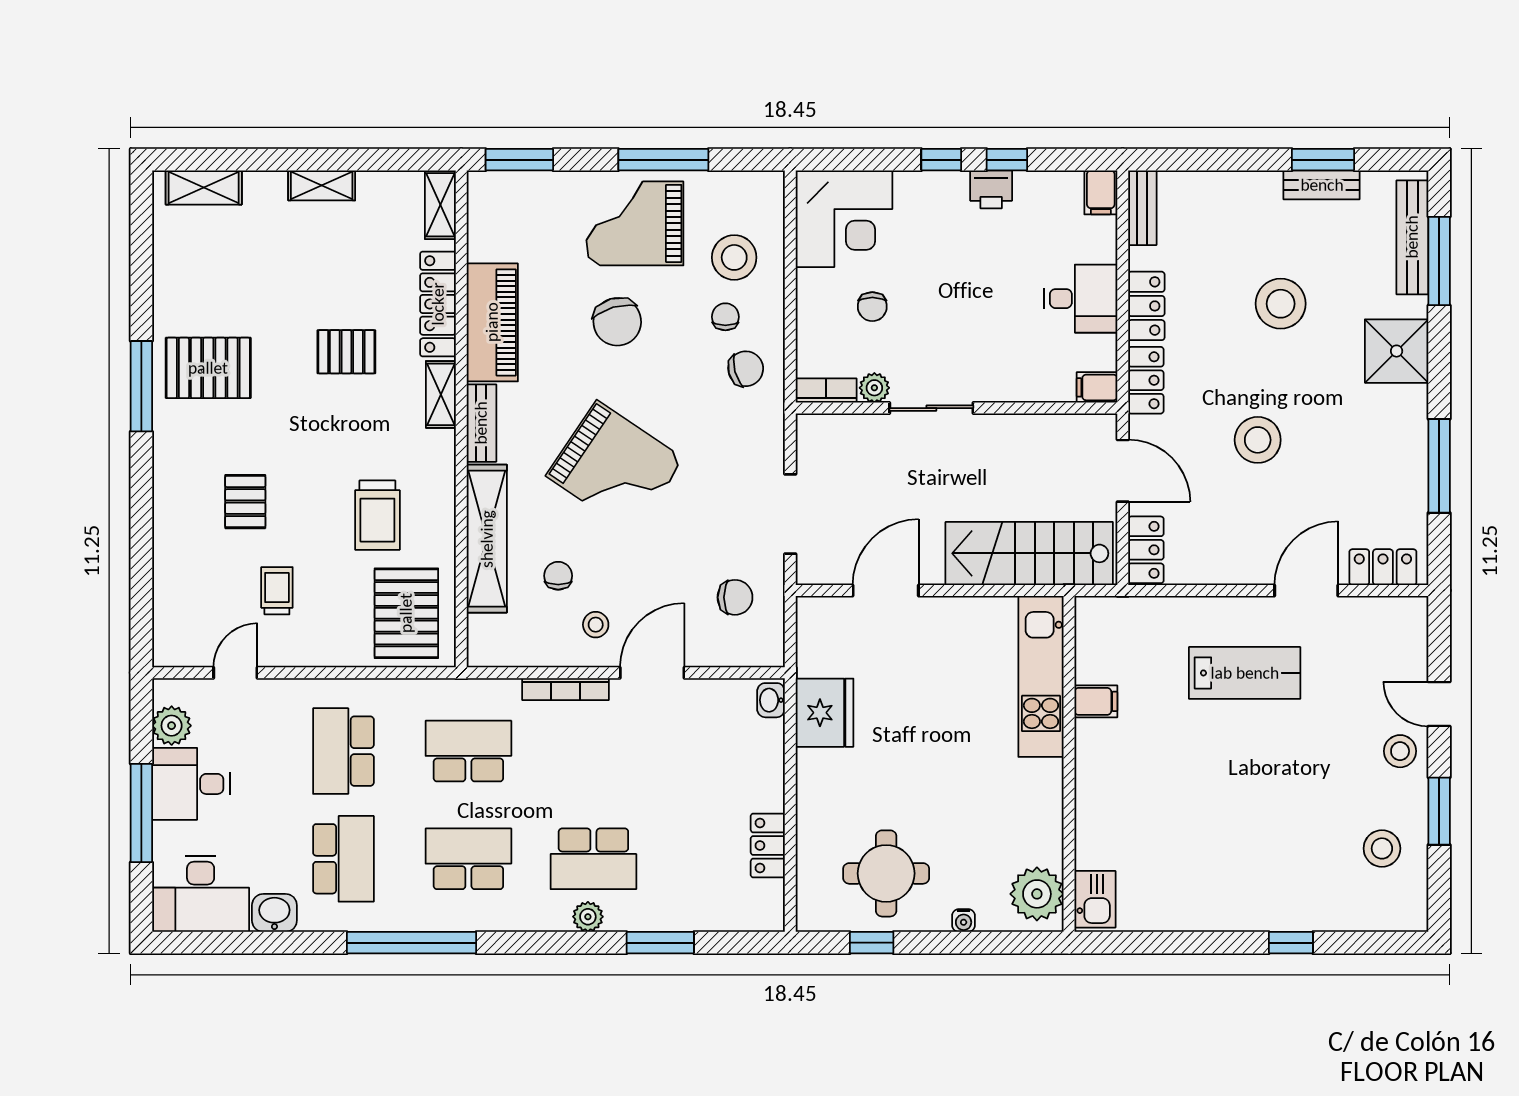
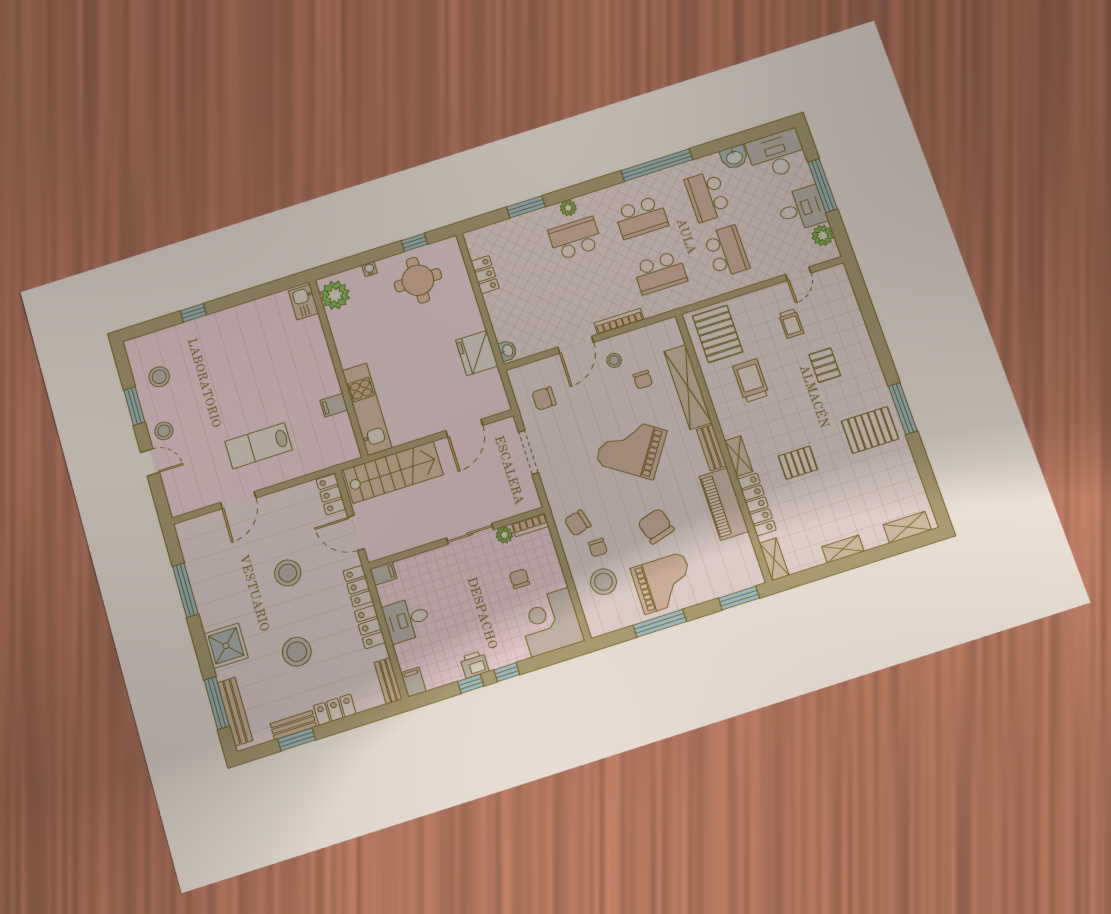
locker: (1383, 567) -> (335, 710), moved, turned 180

